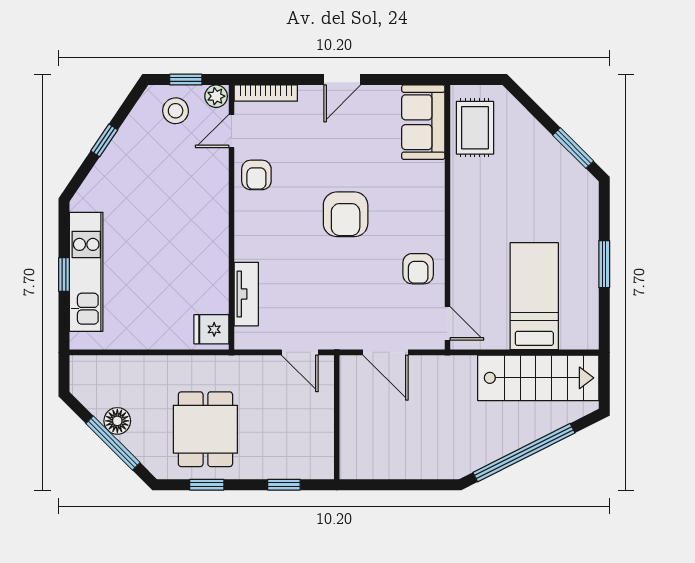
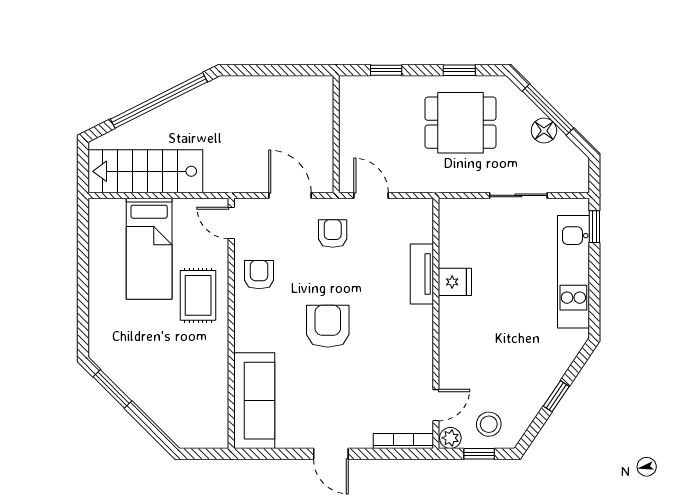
door: (342, 80) -> (331, 454), swing flipped
sofa: (423, 122) -> (254, 401), width x1.36
rug: (475, 128) -> (198, 295), moved
armchair: (256, 175) -> (333, 234), moved
window: (604, 264) -> (83, 279), removed
window: (64, 275) -> (594, 227), moved
tv unit: (246, 294) -> (422, 274), moved
fridge: (211, 329) -> (455, 282), moved
sliding door: (144, 352) -> (518, 195), added
dining table: (205, 429) -> (460, 123), turned 90

